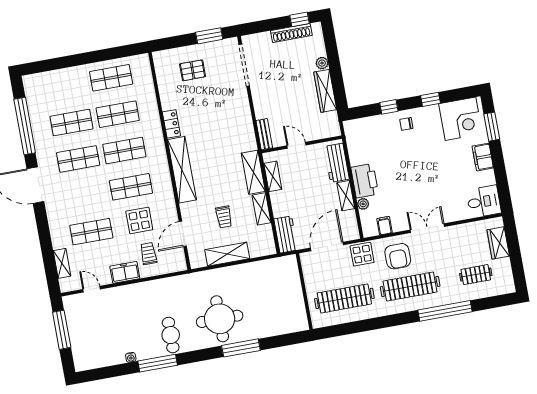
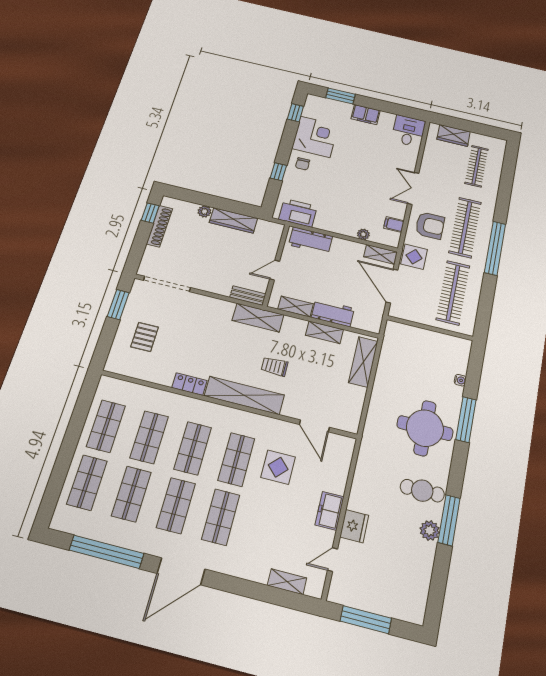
shop shelf: (65, 86) -> (87, 483), added
window: (431, 99) -> (295, 113), moved
corner desk: (460, 119) -> (315, 137), moved
shelving: (253, 172) -> (258, 318), moved
printer: (365, 181) -> (298, 213), moved
shelving: (346, 196) -> (381, 254), moved
trolley: (224, 217) -> (275, 367), moved, turned 180
shop shelf: (91, 232) -> (221, 517), moved
workbench: (286, 234) -> (333, 313), moved
trolley: (148, 254) -> (320, 474), removed
shelving: (227, 254) -> (363, 362), moved
clothes rail: (476, 275) -> (477, 166), width x1.36
fridge: (122, 295) -> (354, 526), added
window: (445, 311) -> (495, 248), moved
plant: (144, 352) -> (430, 530), added
water cooler: (131, 357) -> (460, 380), moved

